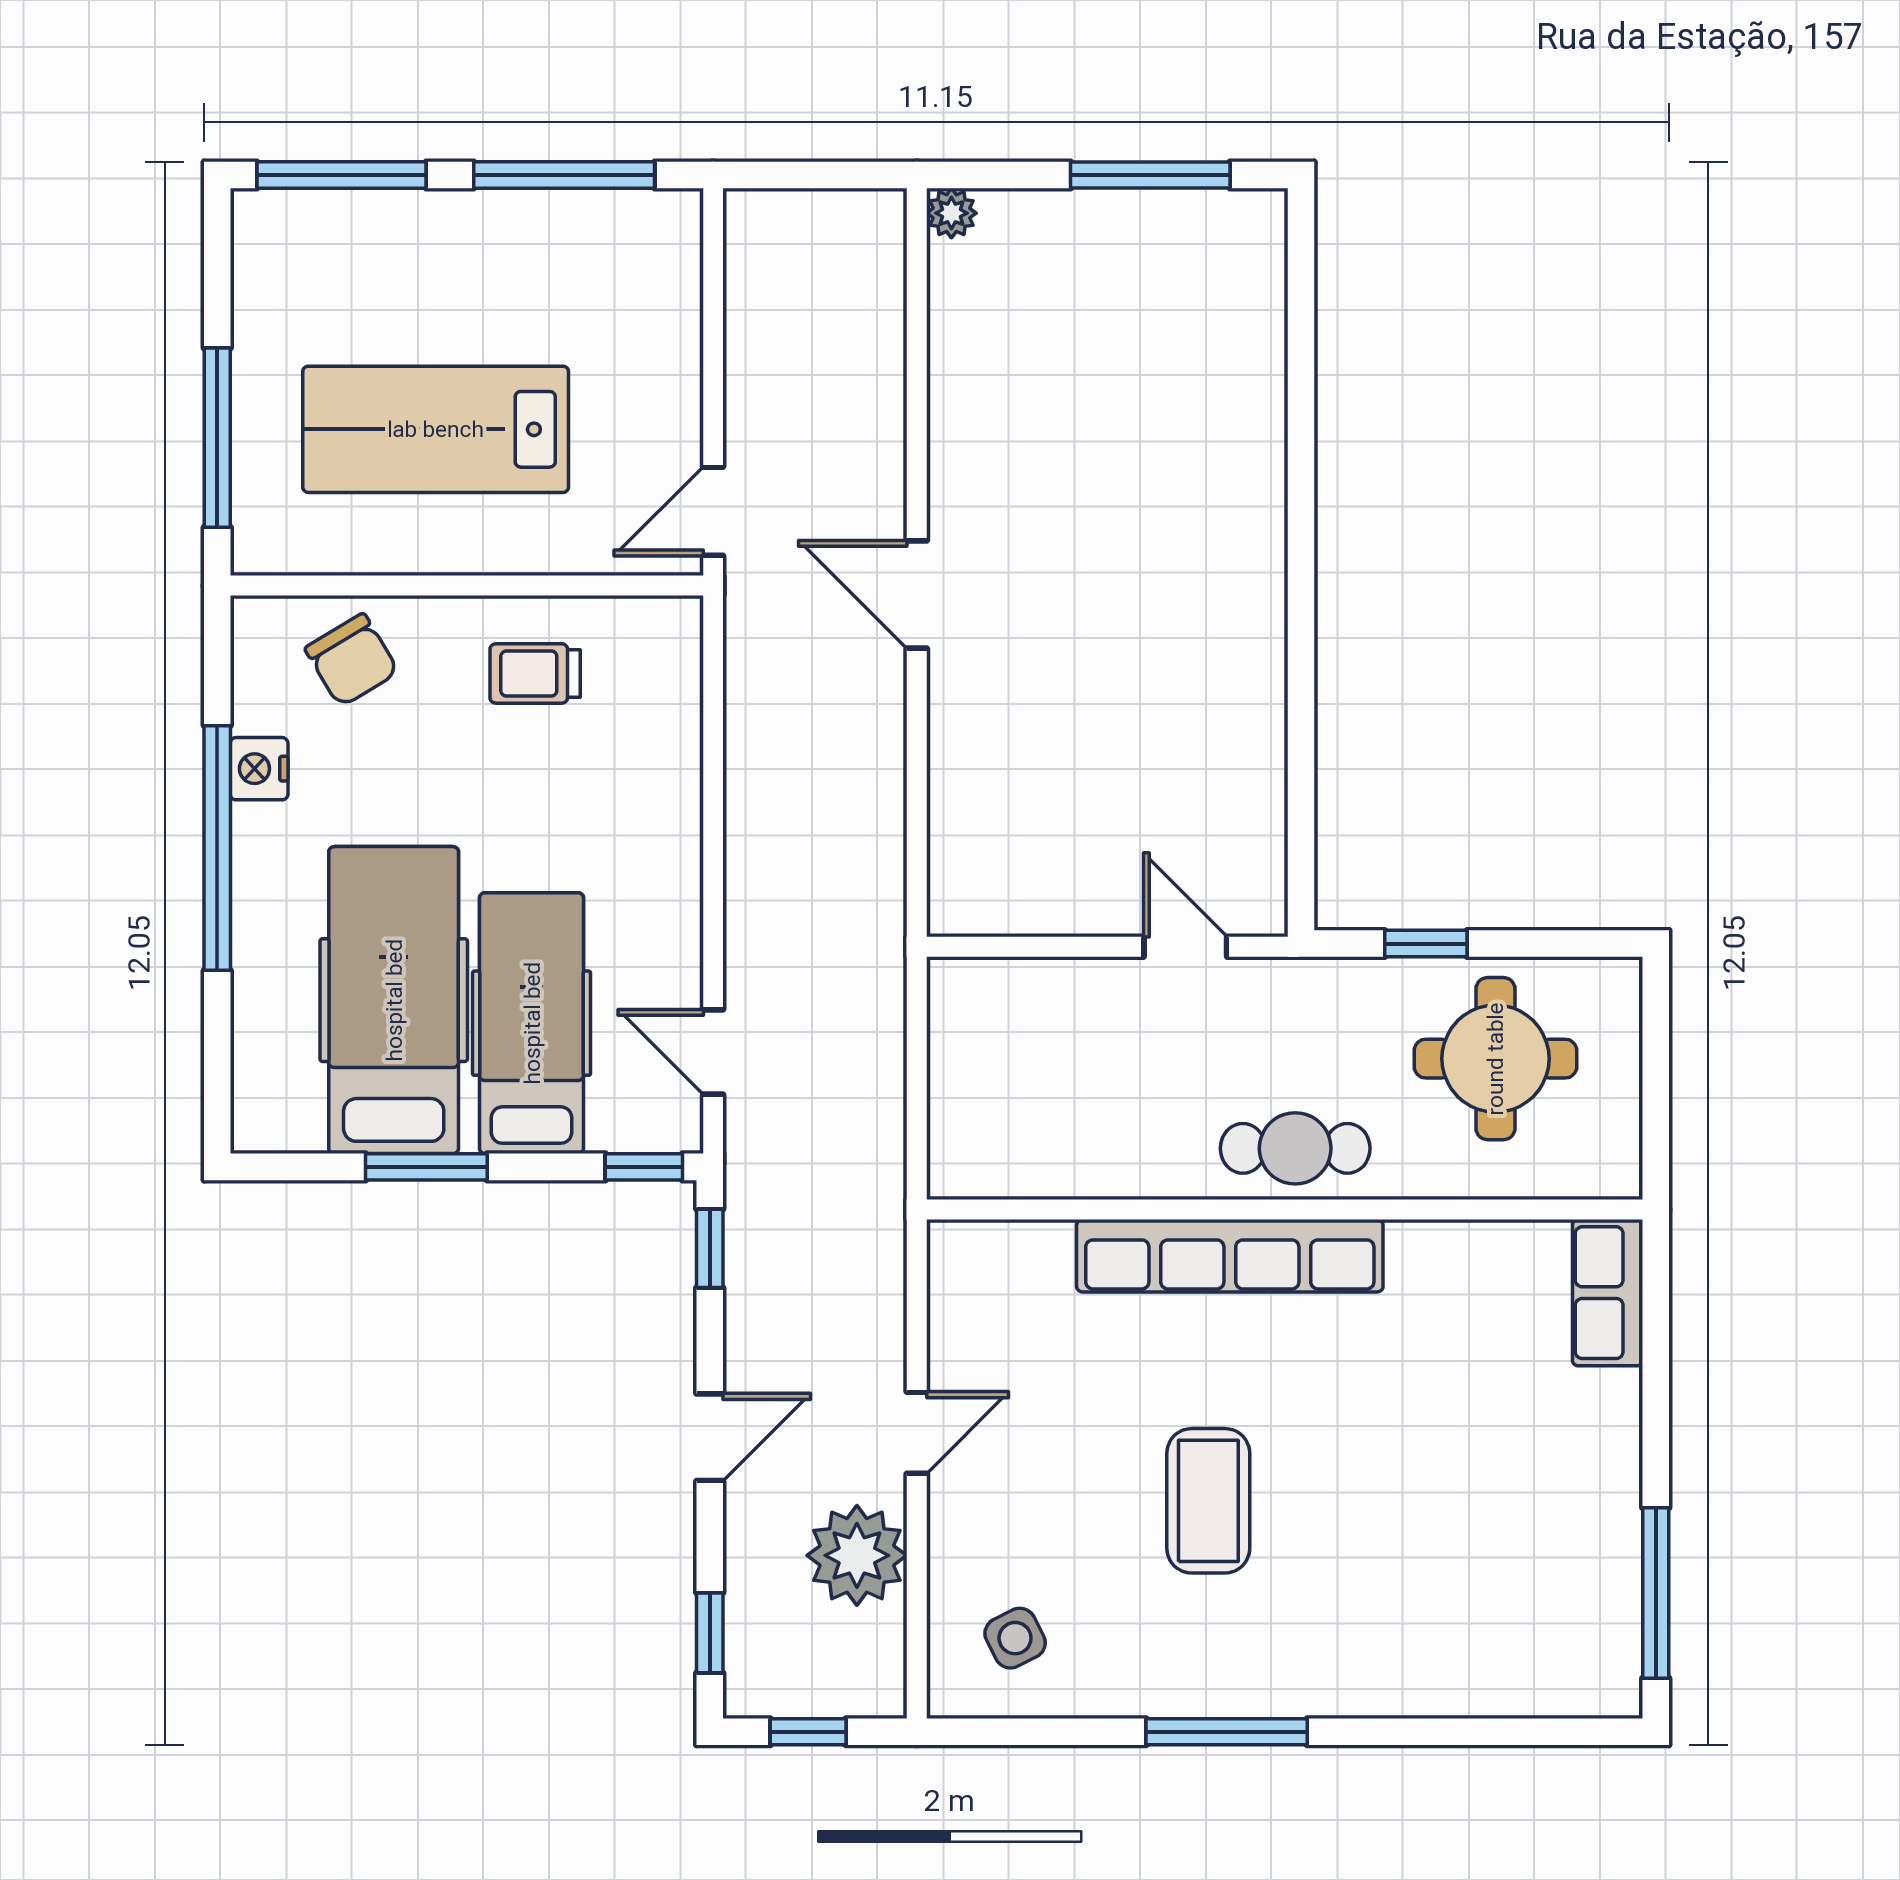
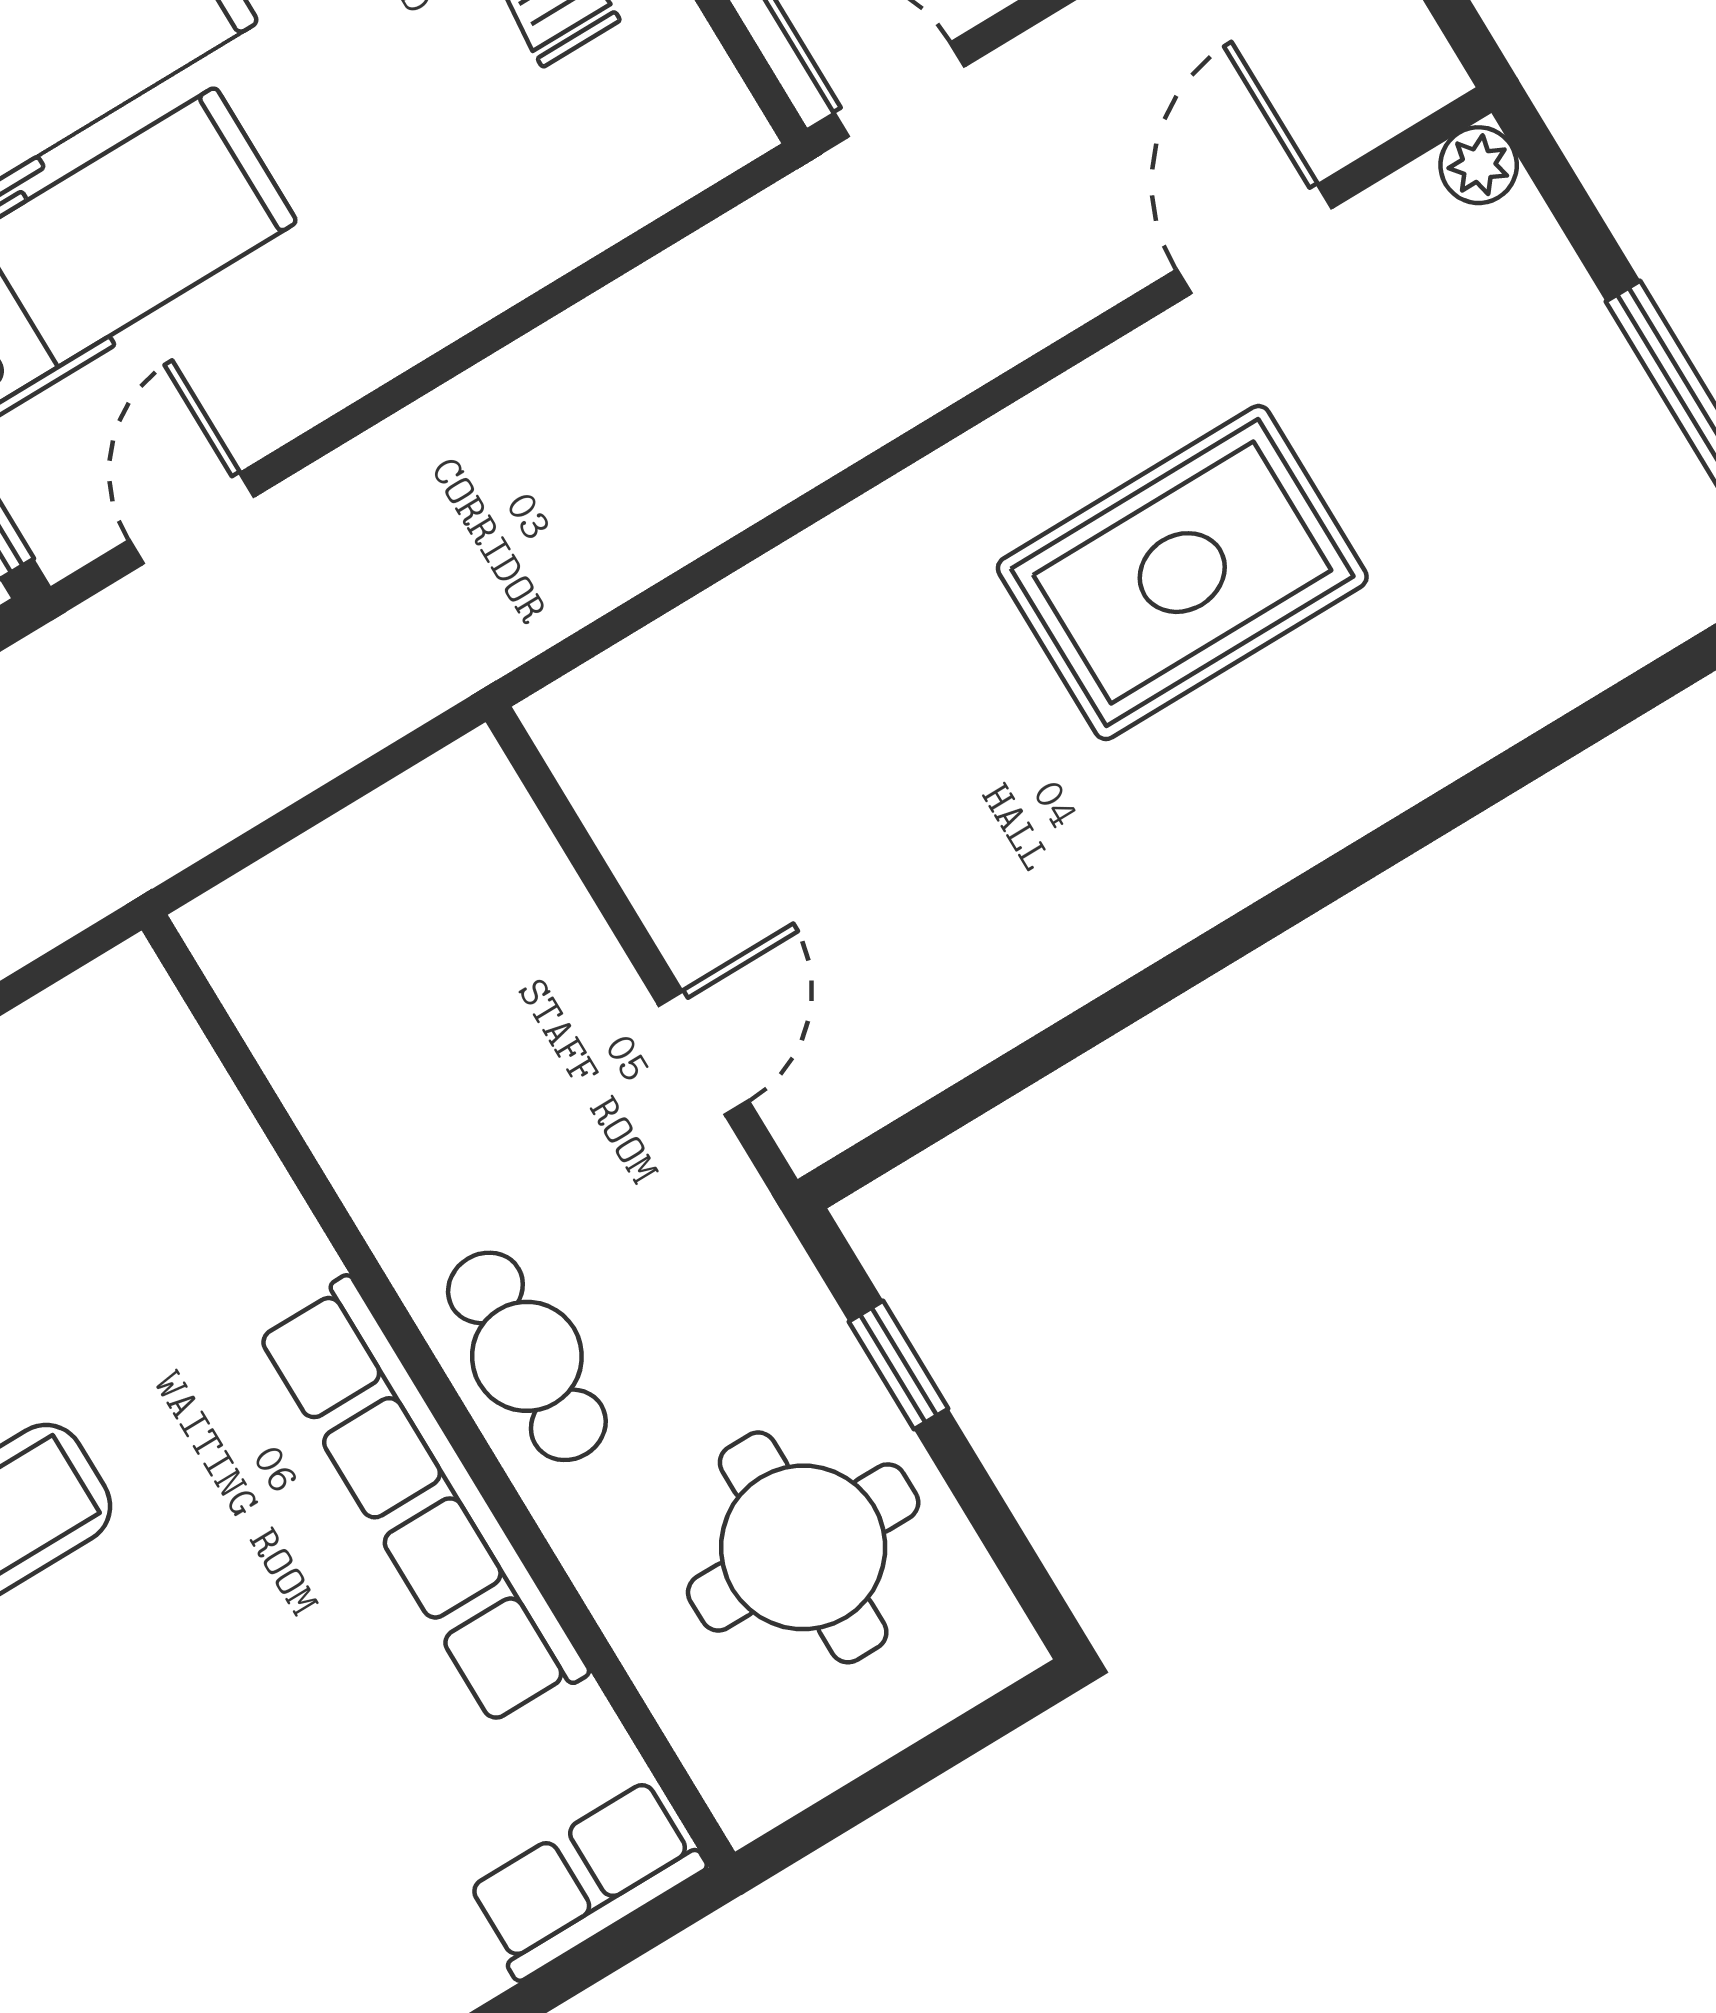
rug: (1079, 517) -> (1182, 573), added
door: (917, 595) -> (1254, 239), moved
row of seats: (1230, 1256) -> (423, 1502), moved

